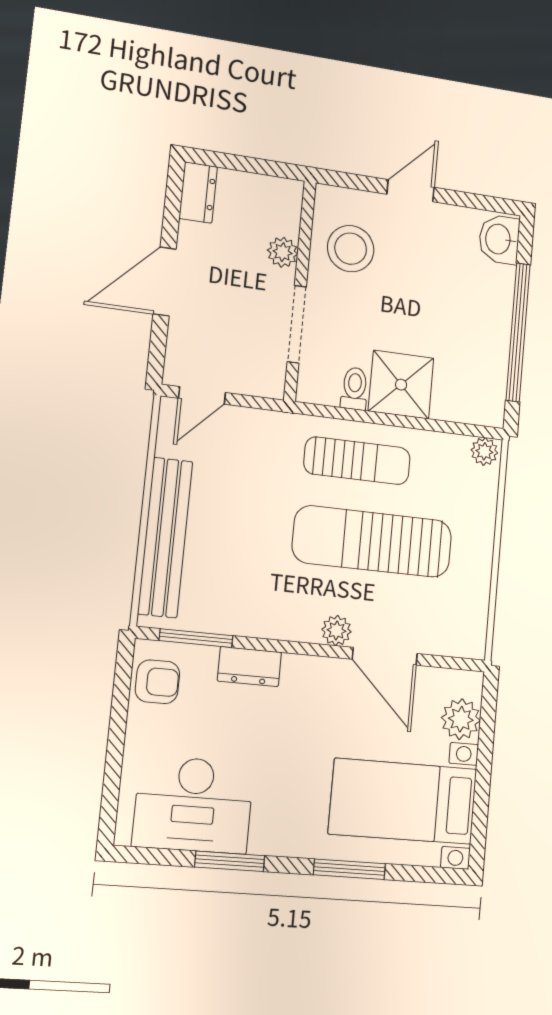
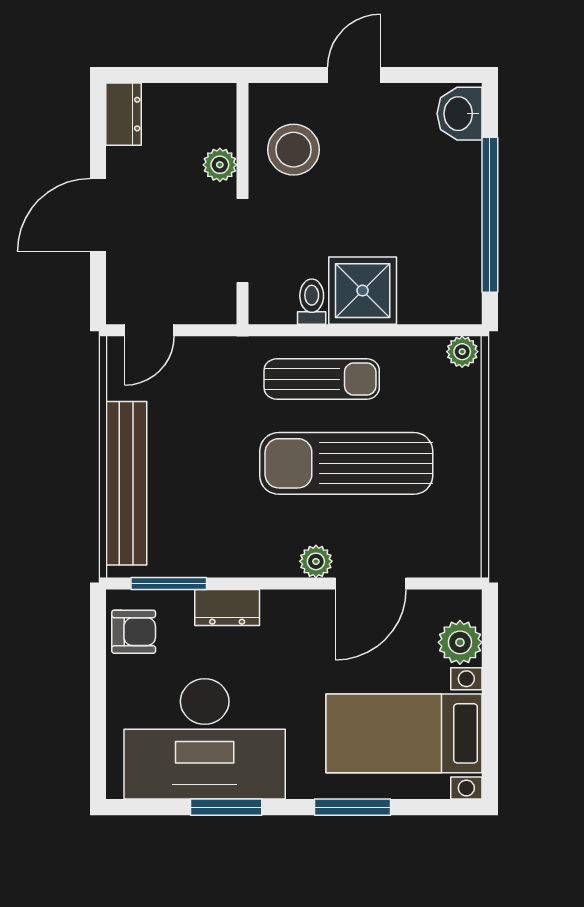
door: (385, 656) -> (371, 584), hinge flipped
desk: (193, 805) -> (205, 739), width x1.36, depth x1.30

